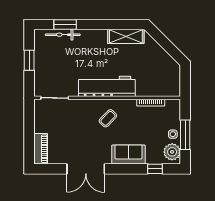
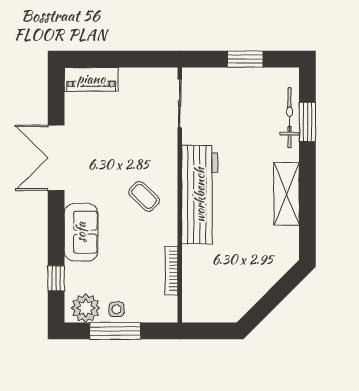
shelving: (126, 36) -> (287, 194), moved

